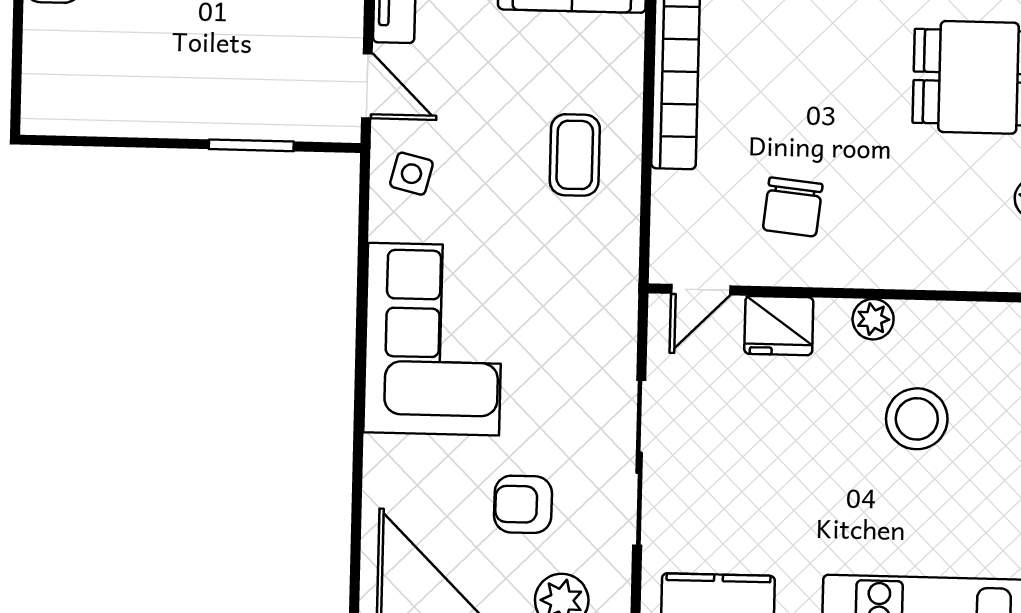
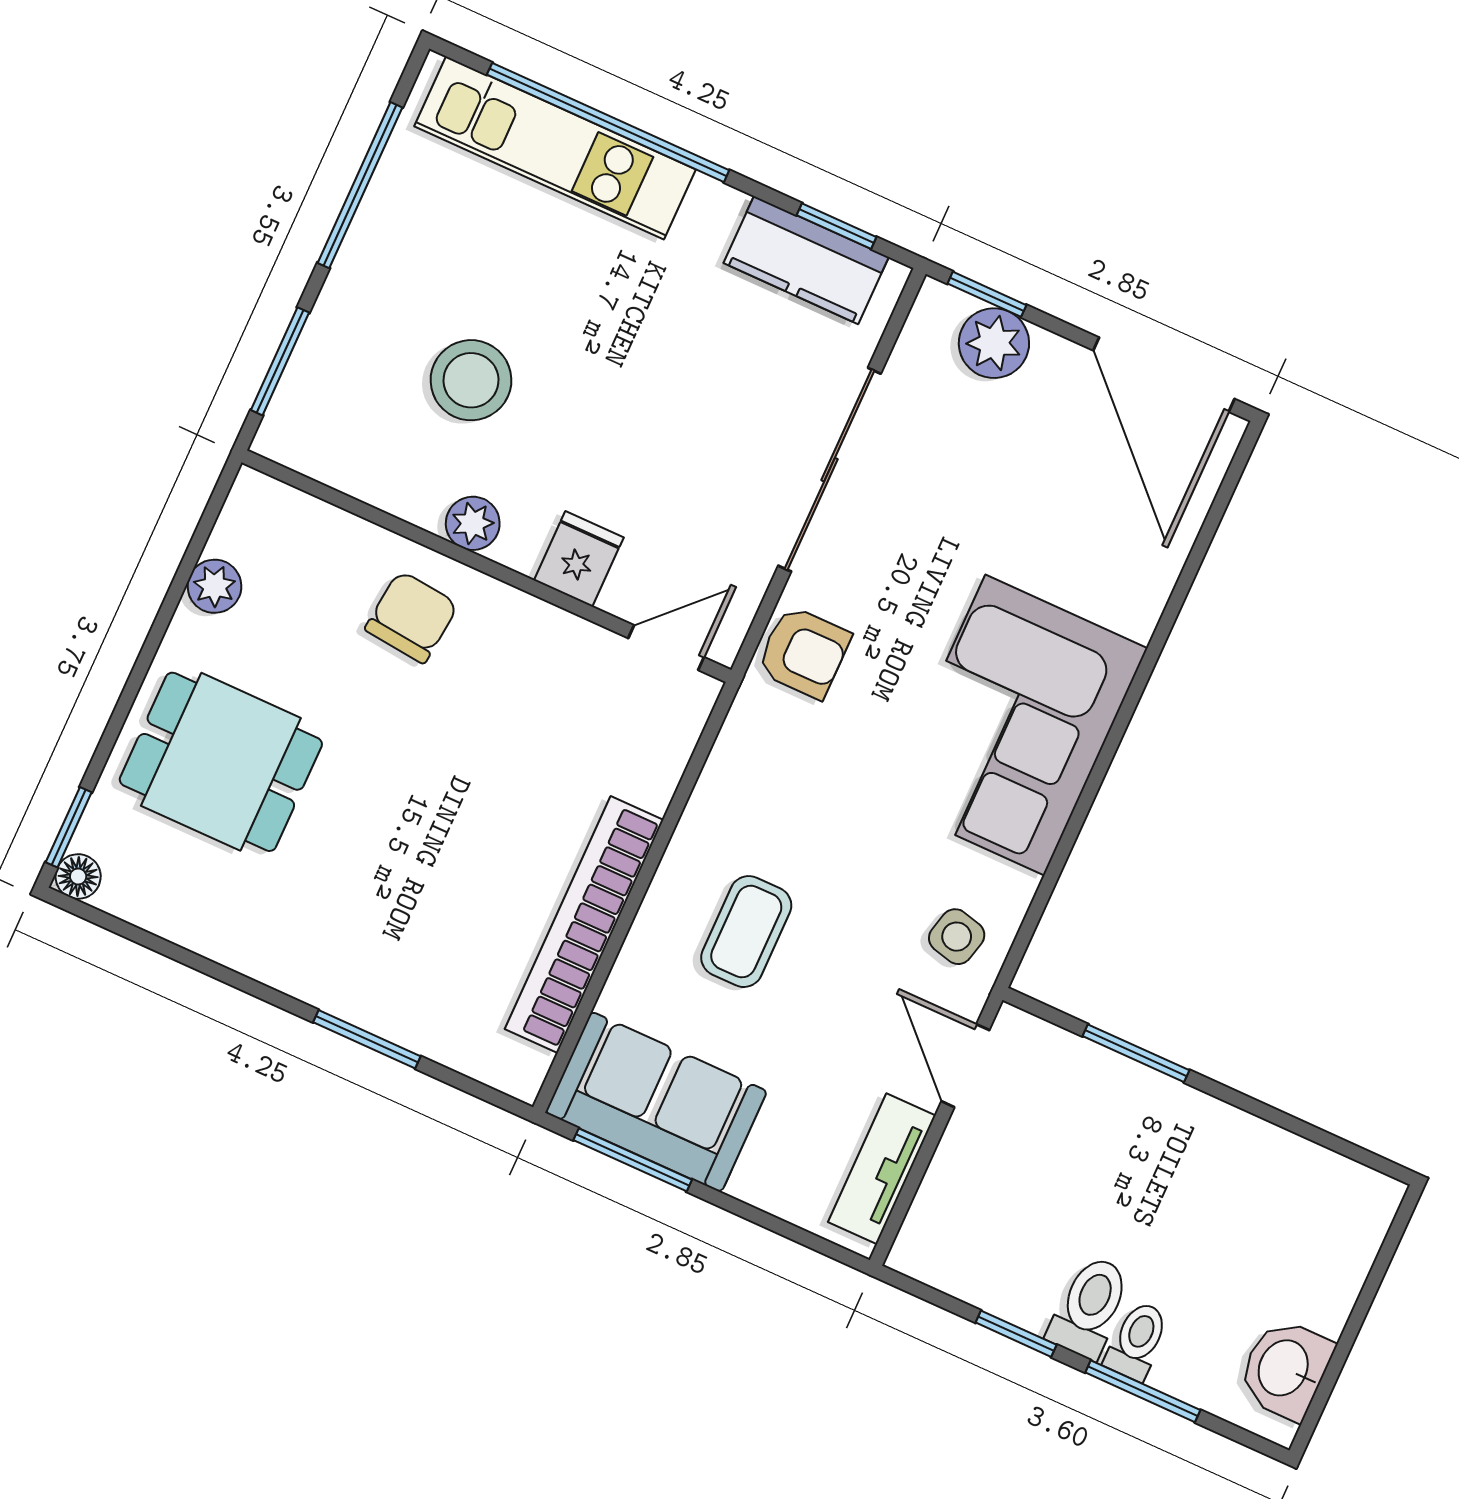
coffee table: (575, 155) -> (746, 932), moved
chair: (793, 207) -> (412, 617), moved
fridge: (779, 326) -> (579, 559), width x0.72
armchair: (523, 504) -> (804, 652), moved

